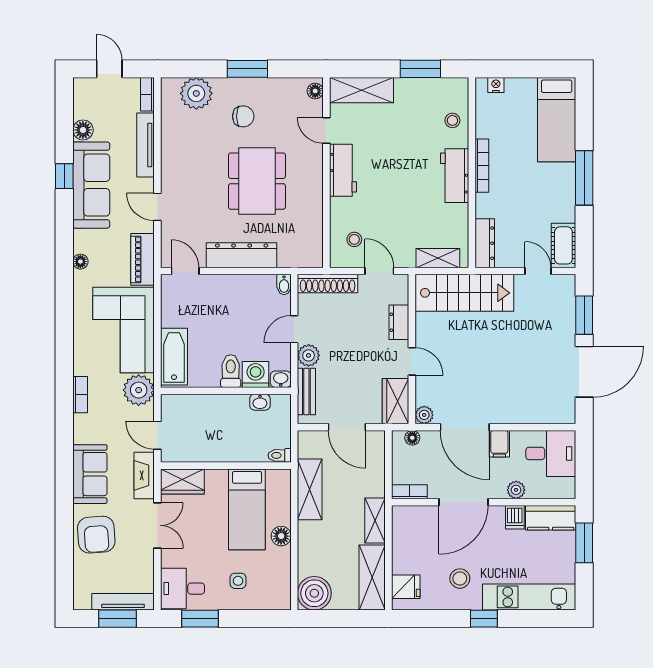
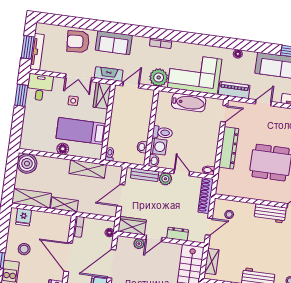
bathtub: (174, 357) -> (189, 102), moved
plant: (424, 415) -> (139, 244), moved
side table: (238, 581) -> (73, 101), moved

